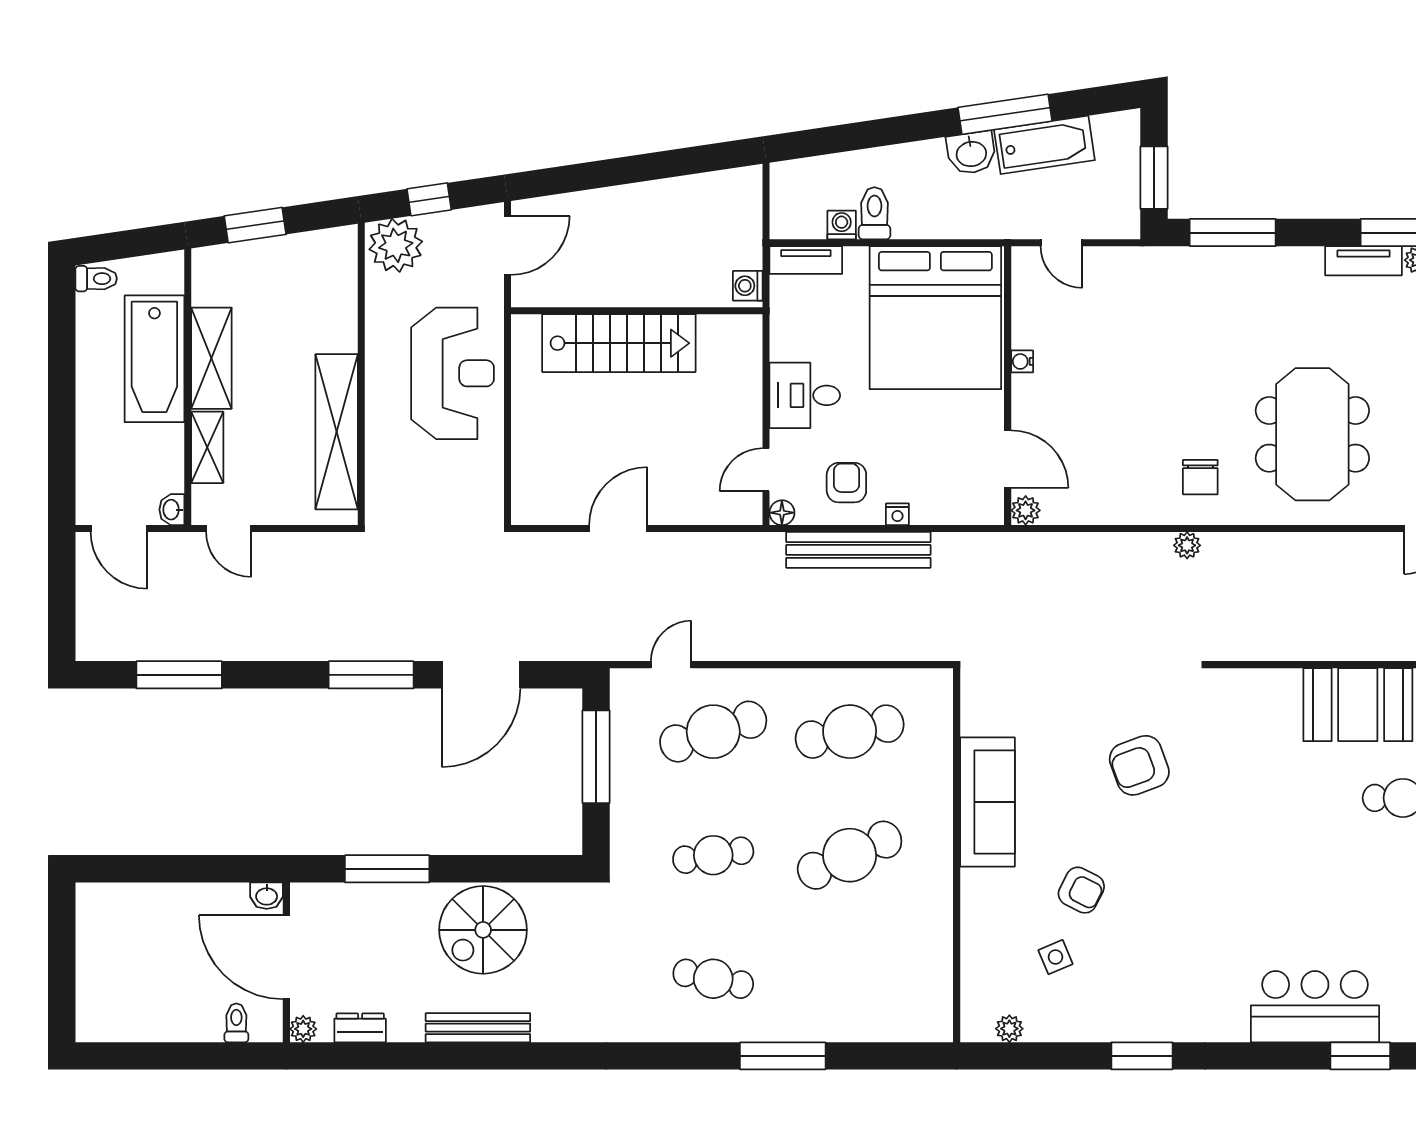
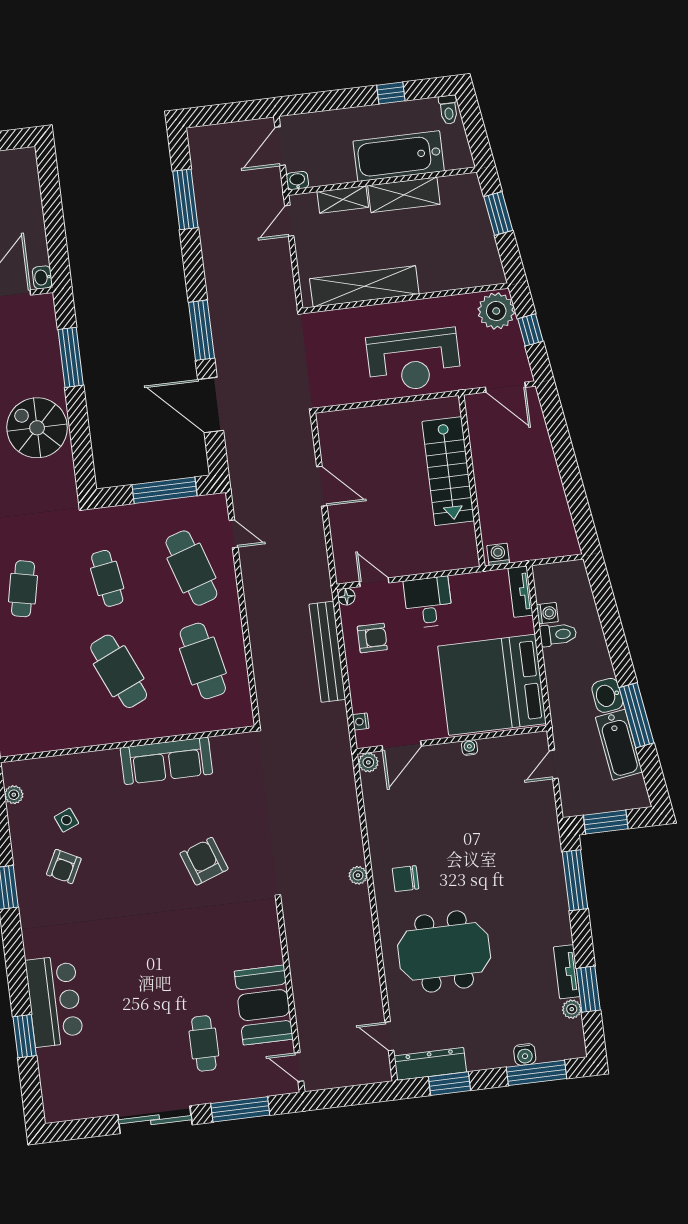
window: (62, 359) -> (391, 93), added
nightstand: (897, 514) -> (361, 722), moved
armchair: (1081, 890) -> (64, 867), moved

